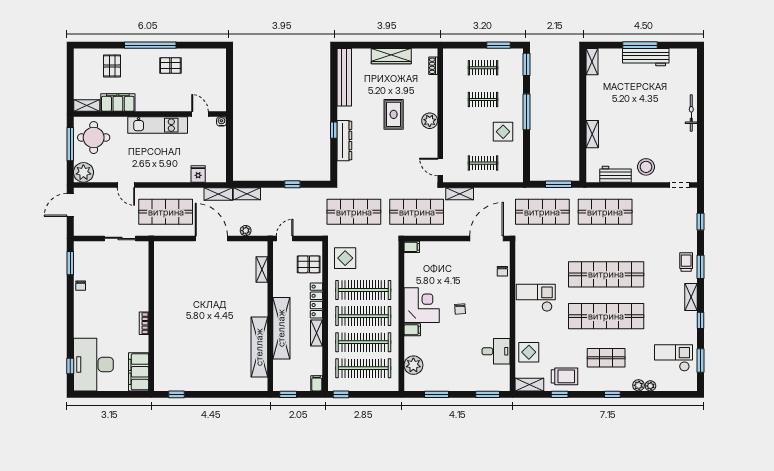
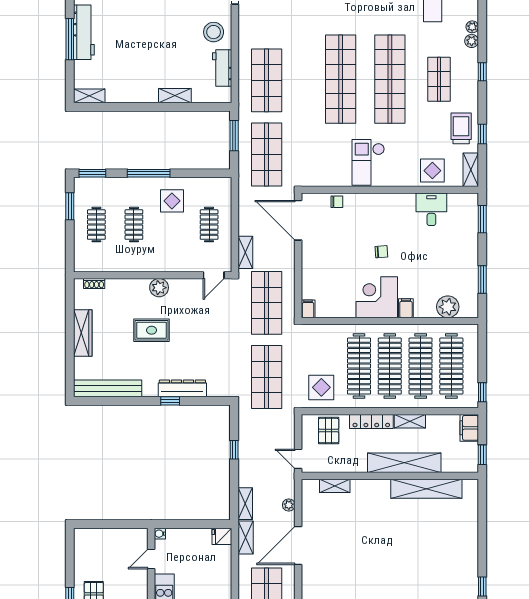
fridge: (198, 174) -> (222, 536), moved
filing cabinet: (317, 383) -> (469, 428), width x2.00

